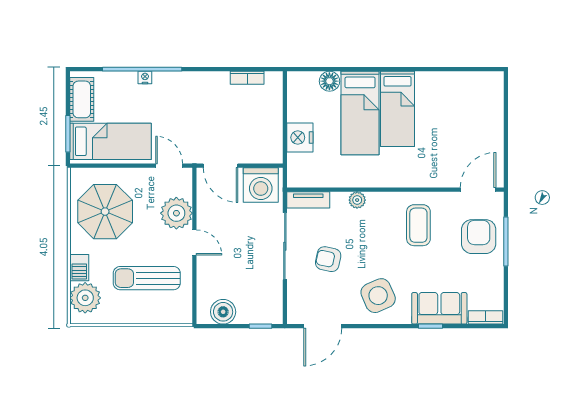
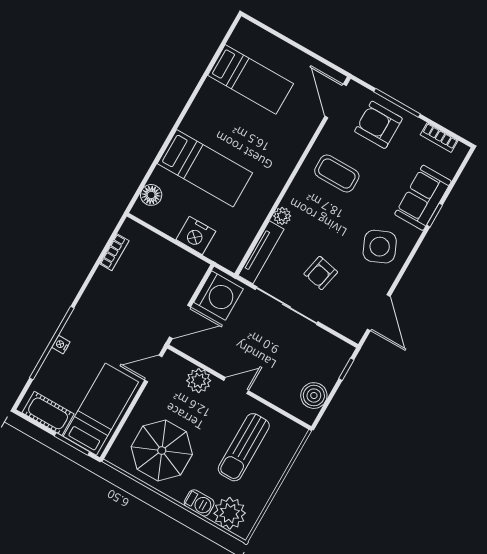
floor lamp: (329, 81) -> (151, 195), moved
bed: (398, 109) -> (251, 79), moved
tv unit: (308, 200) -> (261, 252), width x1.41
plant: (176, 213) -> (199, 381), width x0.73, depth x0.73
bookcase: (485, 317) -> (439, 138), moved, turned -90

